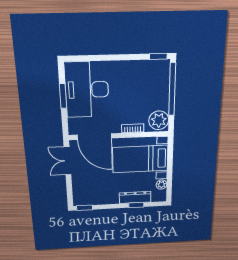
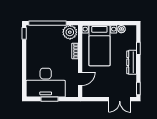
door: (94, 137) -> (80, 79), width x0.53
double door: (67, 161) -> (120, 99), moved
dresser: (135, 197) -> (132, 62), moved

